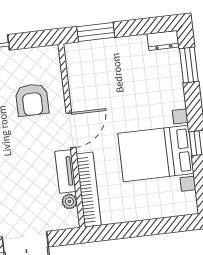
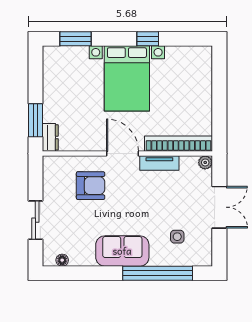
dresser: (163, 40) -> (50, 137), moved
bed with nightstands: (156, 153) -> (127, 78), moved
plant: (69, 201) -> (205, 162), moved

